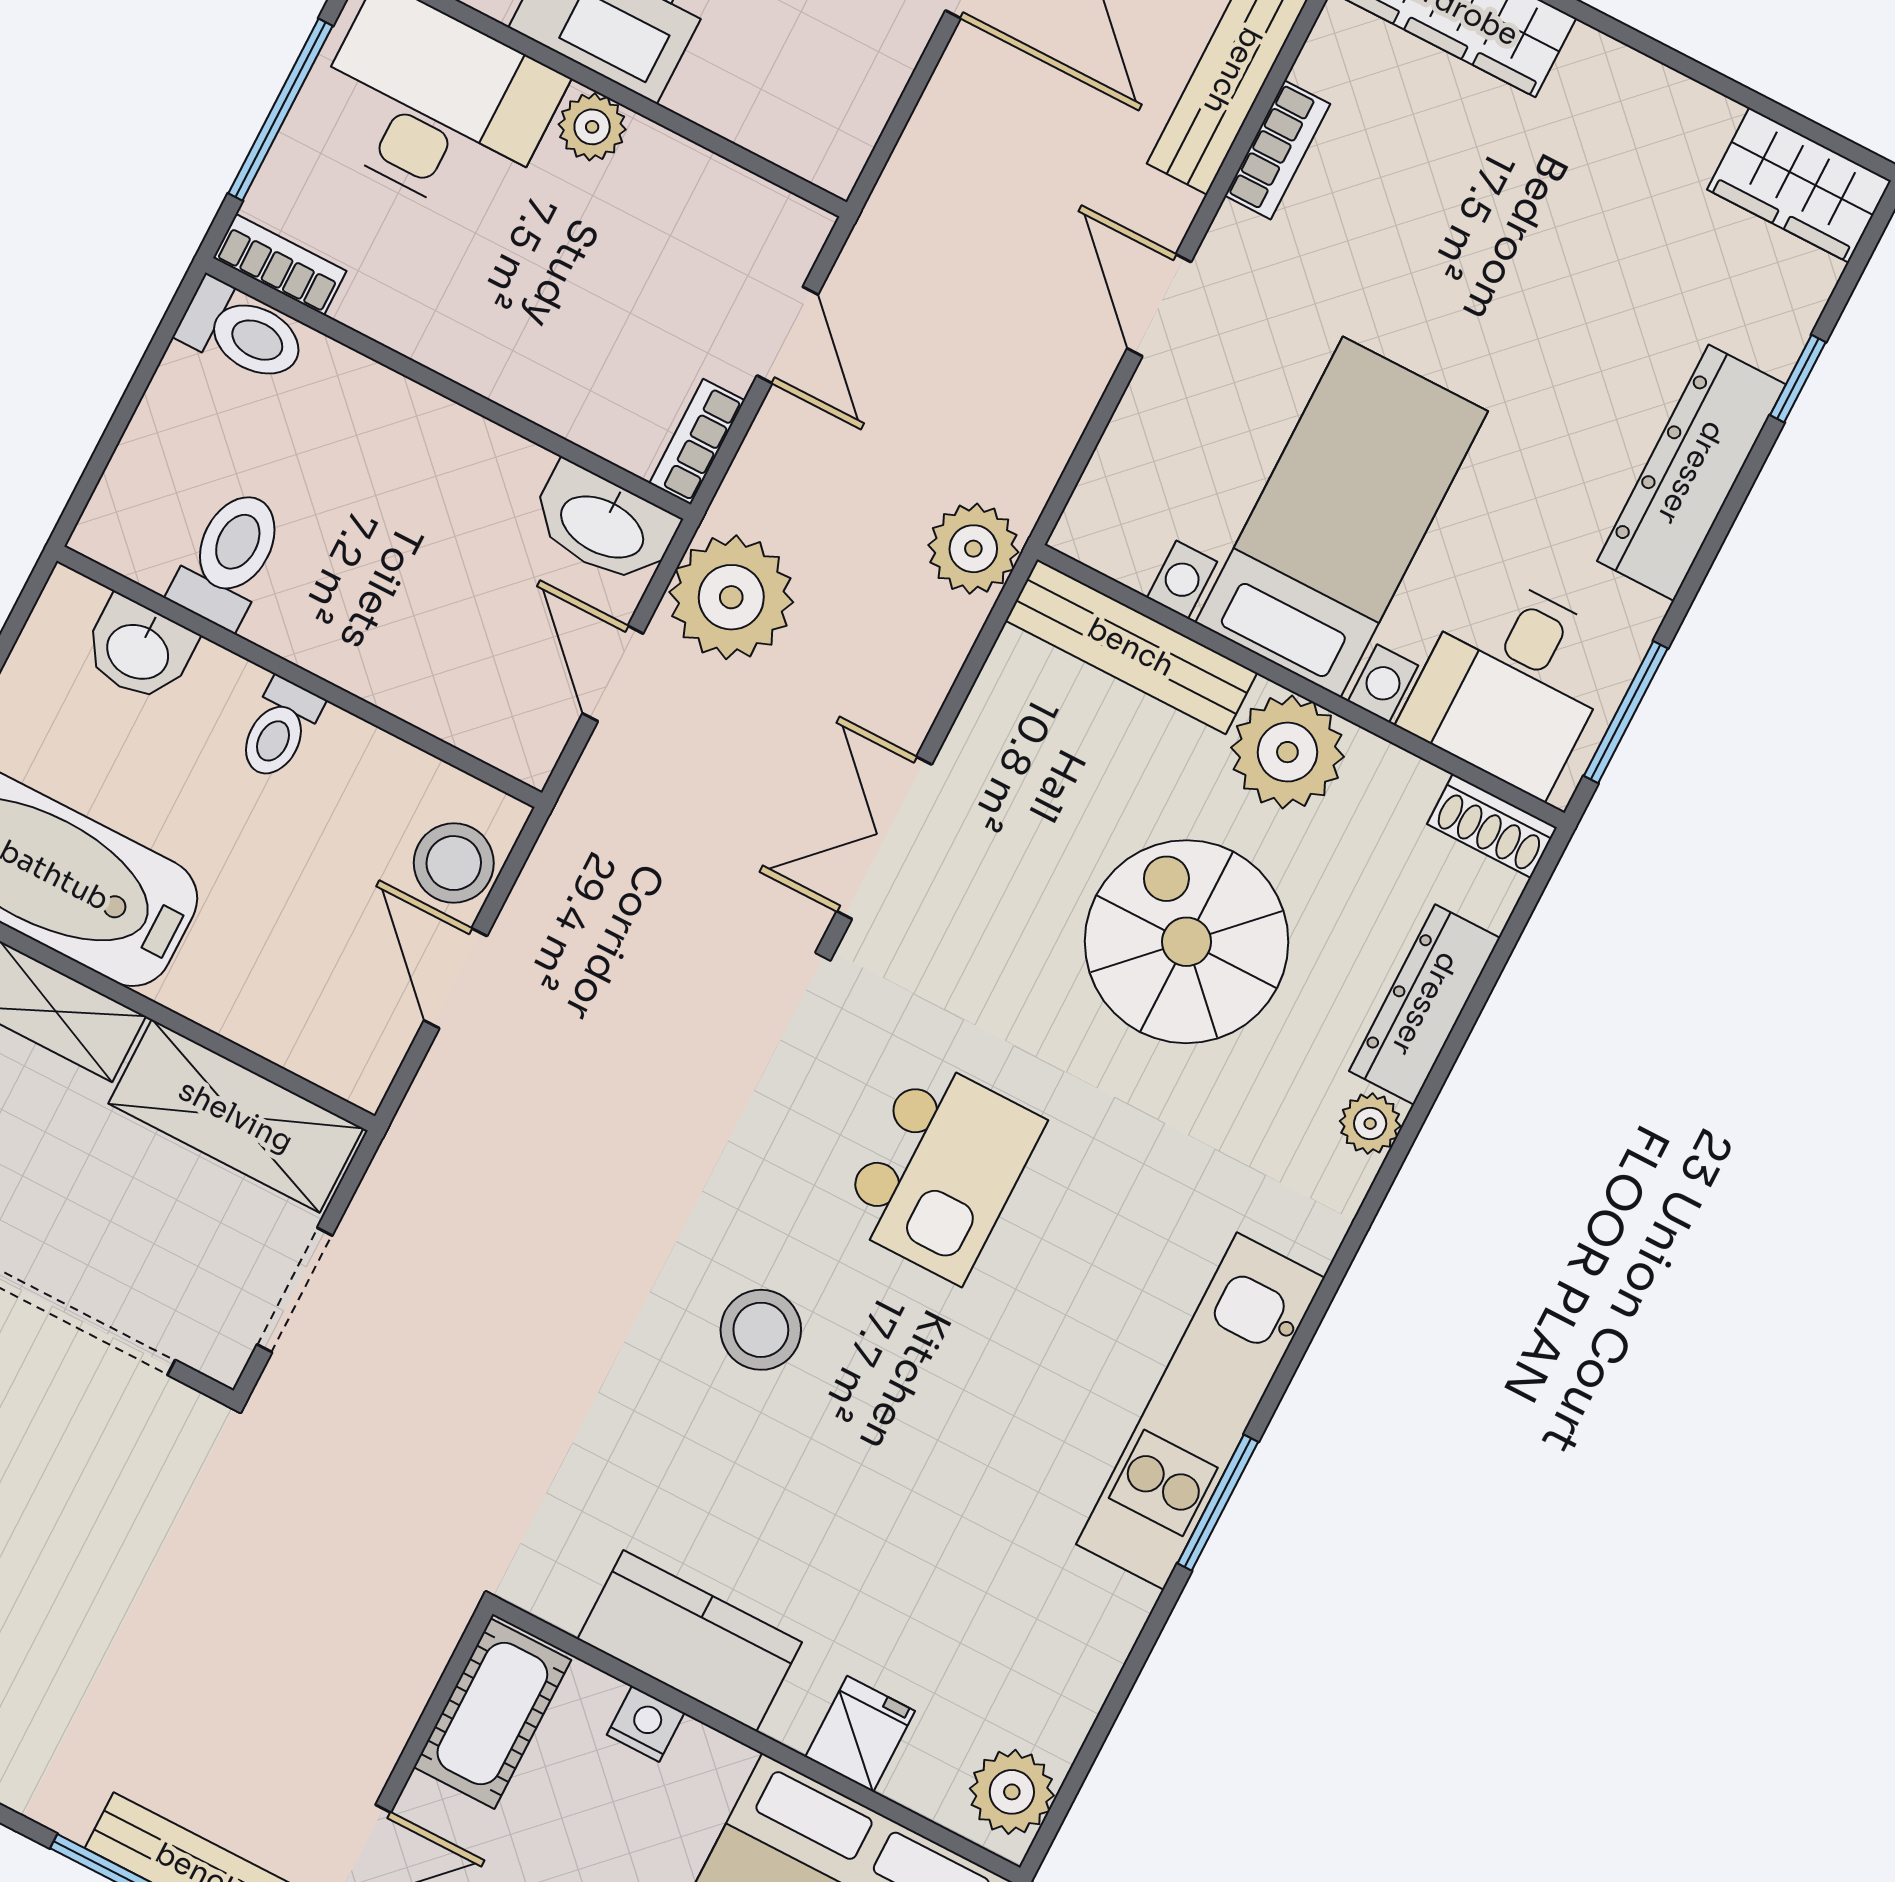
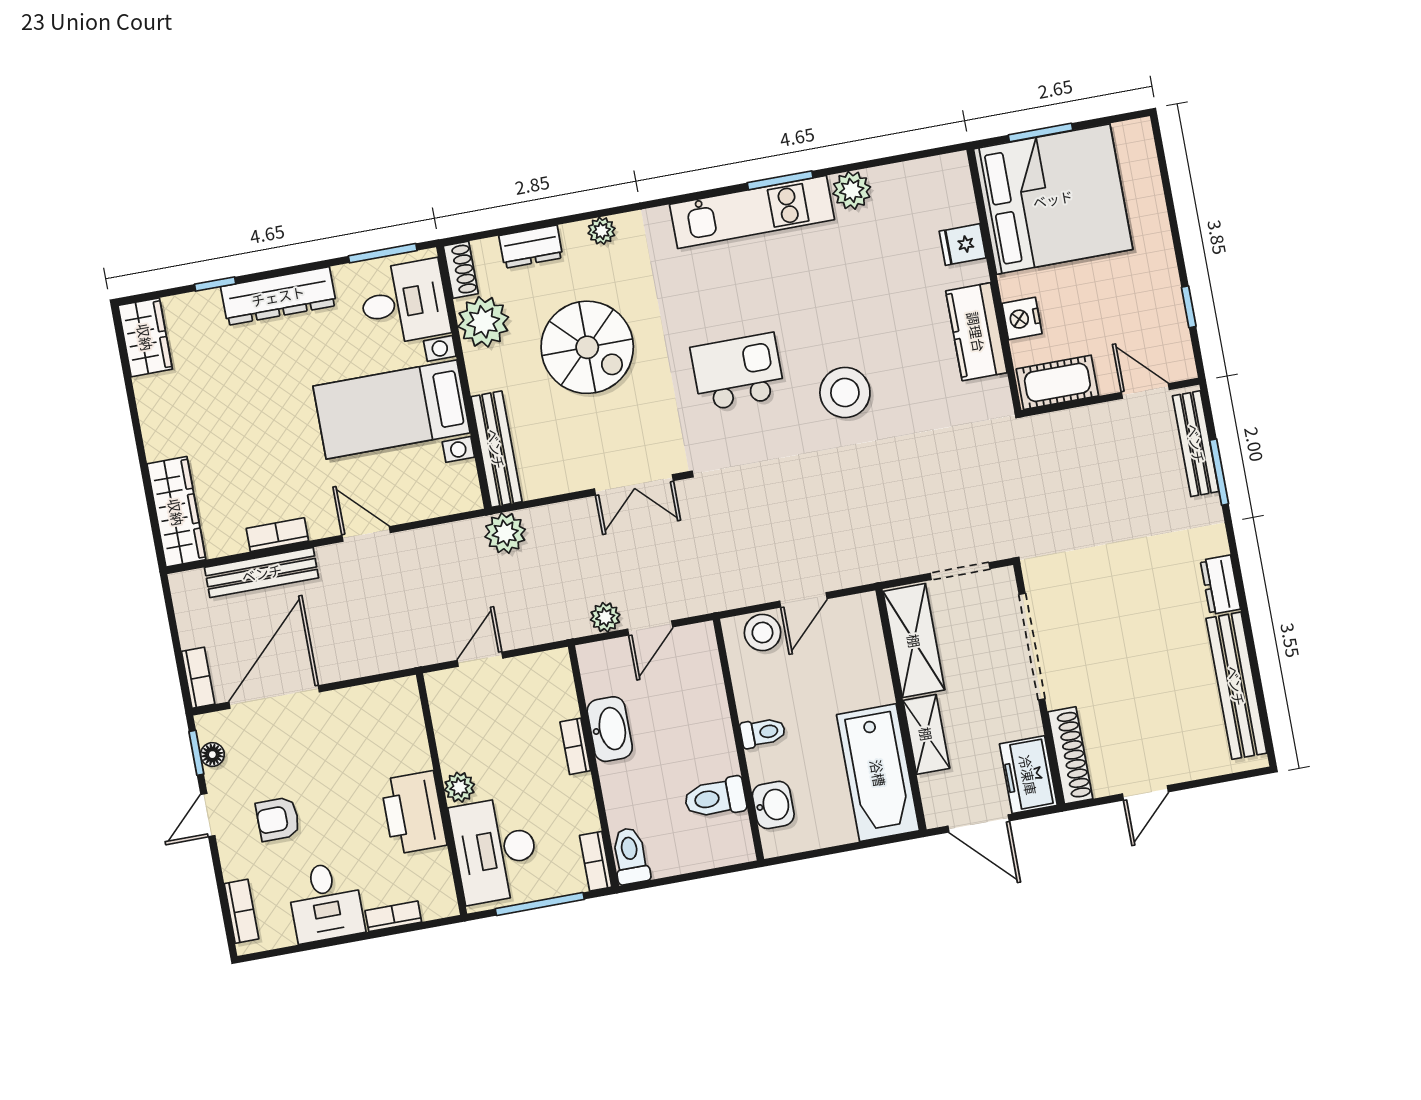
door: (1159, 305) -> (366, 534), swing flipped
bookcase: (697, 442) -> (575, 746), moved, turned 90
washbasin: (603, 525) -> (610, 729), moved
plant: (731, 597) -> (605, 617), width x0.53, depth x0.53
plant: (1287, 752) -> (483, 322), moved
spiral stairs: (1187, 942) -> (587, 347), turned -90
dresser: (1425, 1004) -> (531, 247), width x0.70
stool: (761, 1330) -> (845, 392), width x1.38, depth x1.38
nightstand: (646, 1724) -> (1022, 319), width x1.39, depth x1.35
plant: (1012, 1792) -> (852, 190), moved

